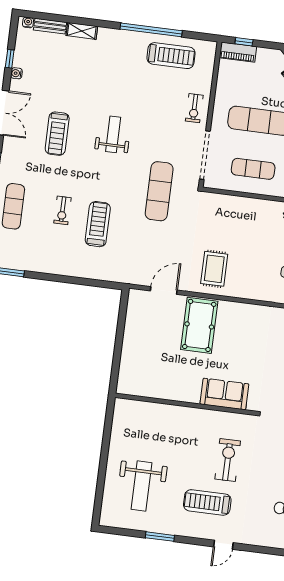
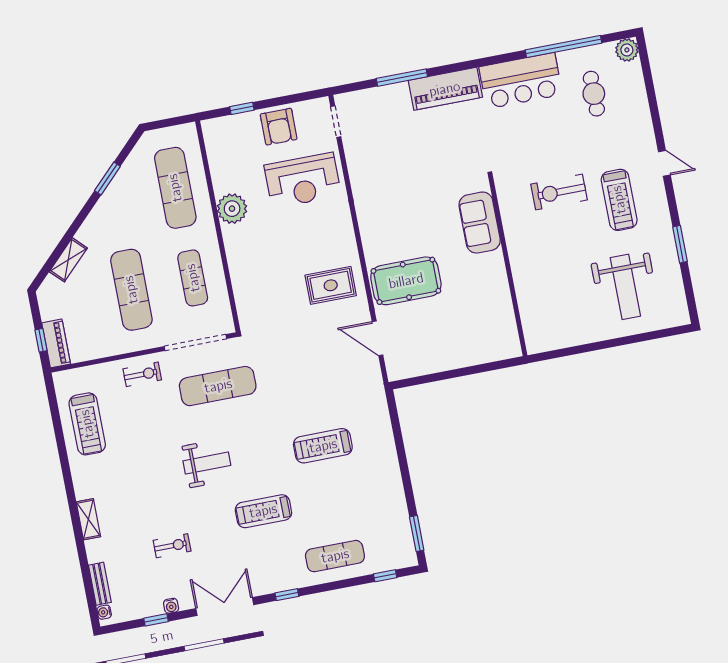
window: (151, 30) -> (64, 459), removed
shelving: (82, 31) -> (88, 519), moved
treadmill: (171, 56) -> (87, 424), turned 180
treadmill: (57, 134) -> (263, 511), moved, turned 180
weight bench: (113, 134) -> (207, 463), turned 180
exercise mat: (159, 191) -> (218, 386), moved
exercise bike: (62, 210) -> (172, 546), moved
weight bench: (142, 486) -> (625, 287), turned 90

